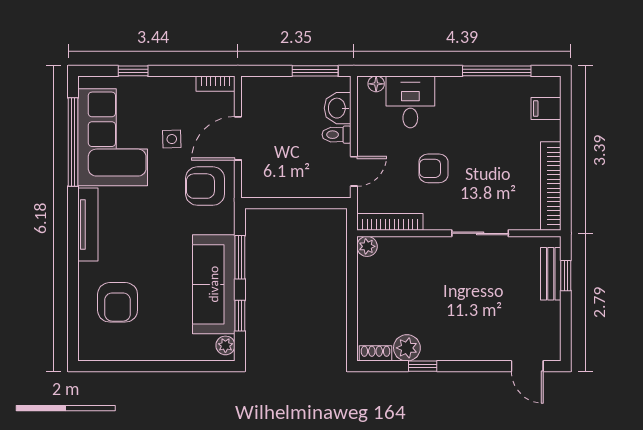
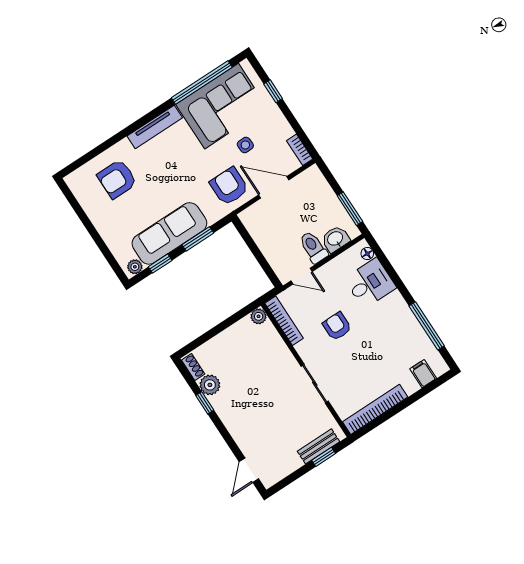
toilet: (337, 135) -> (313, 247), width x1.37, depth x1.39

